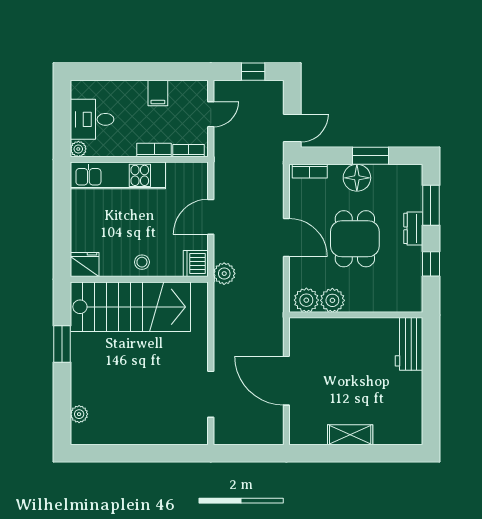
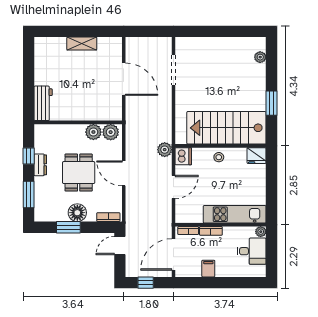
door: (211, 114) -> (174, 254), width x1.87
dresser: (413, 228) -> (40, 165), moved

